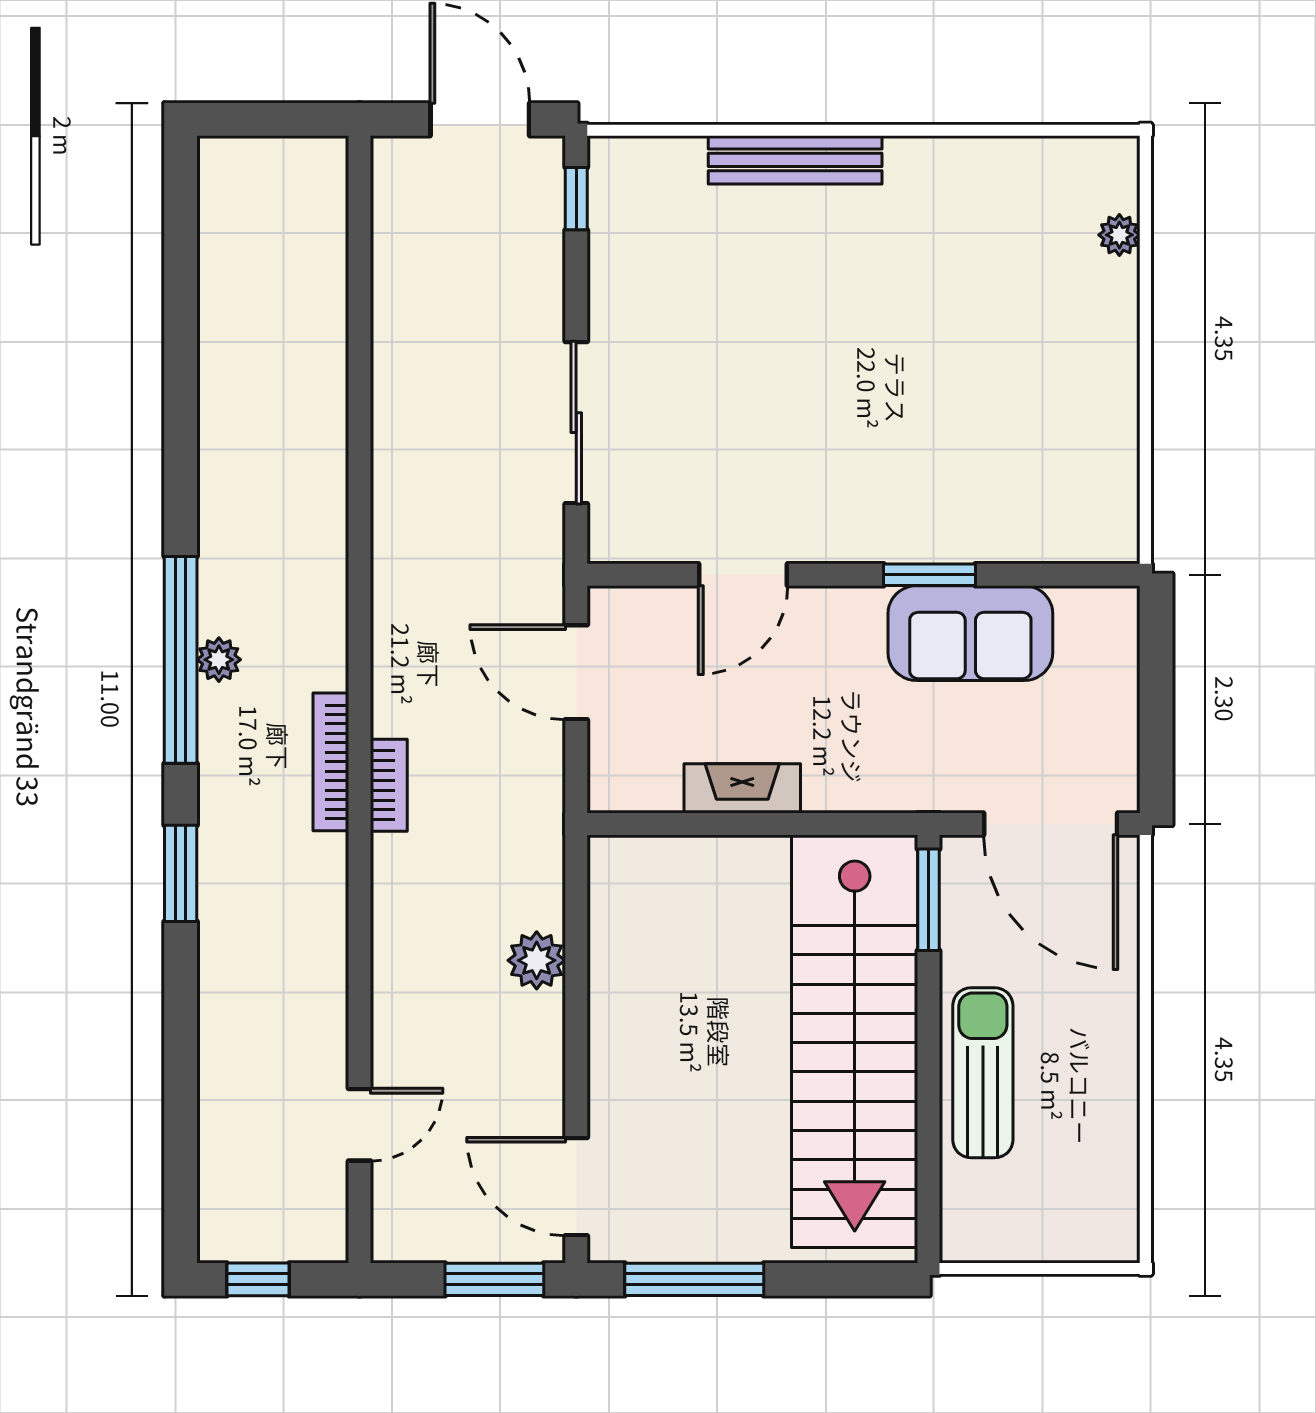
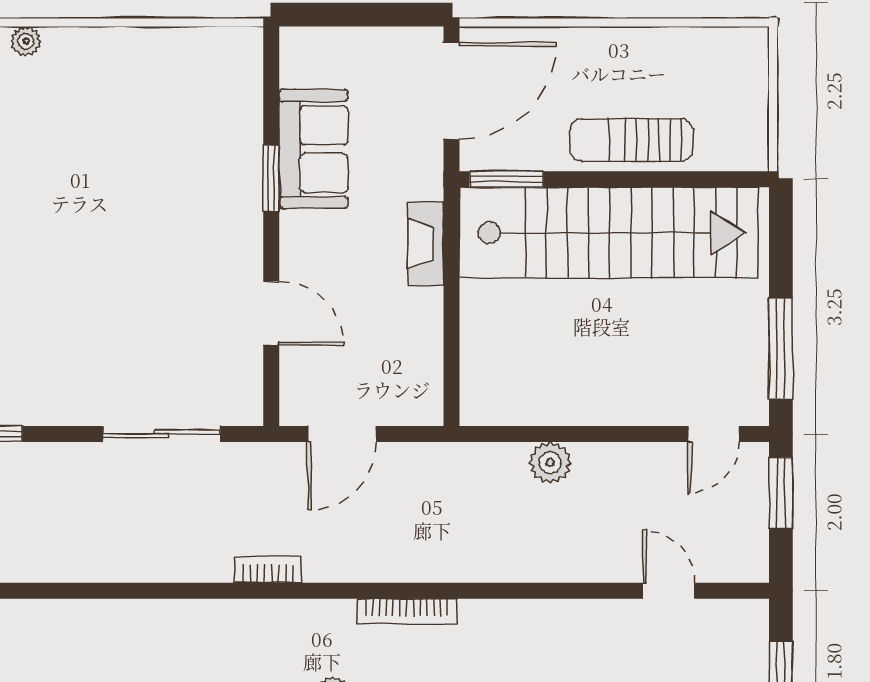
bookcase: (389, 785) -> (268, 569), moved
fireplace: (742, 788) -> (426, 244), moved
door: (576, 1187) -> (714, 434), width x0.73

